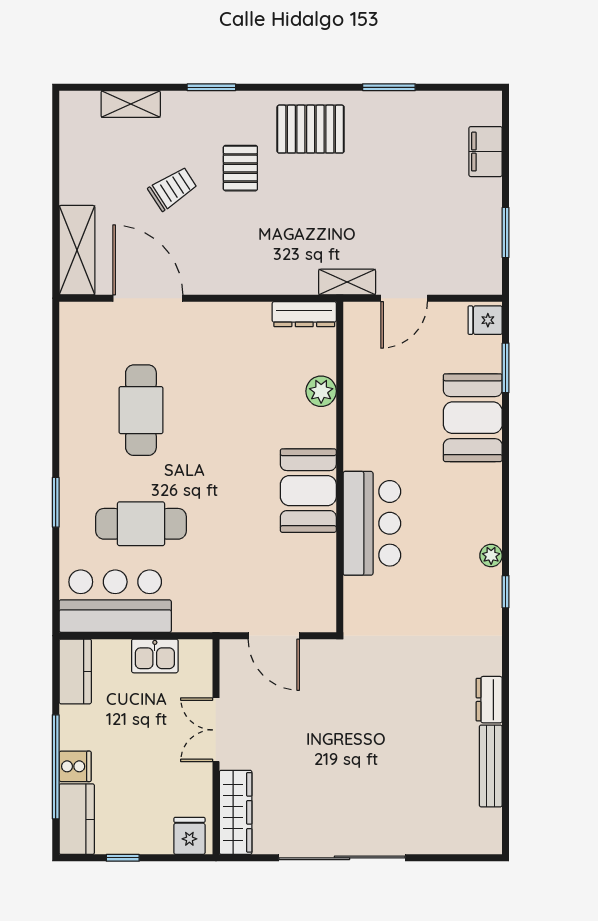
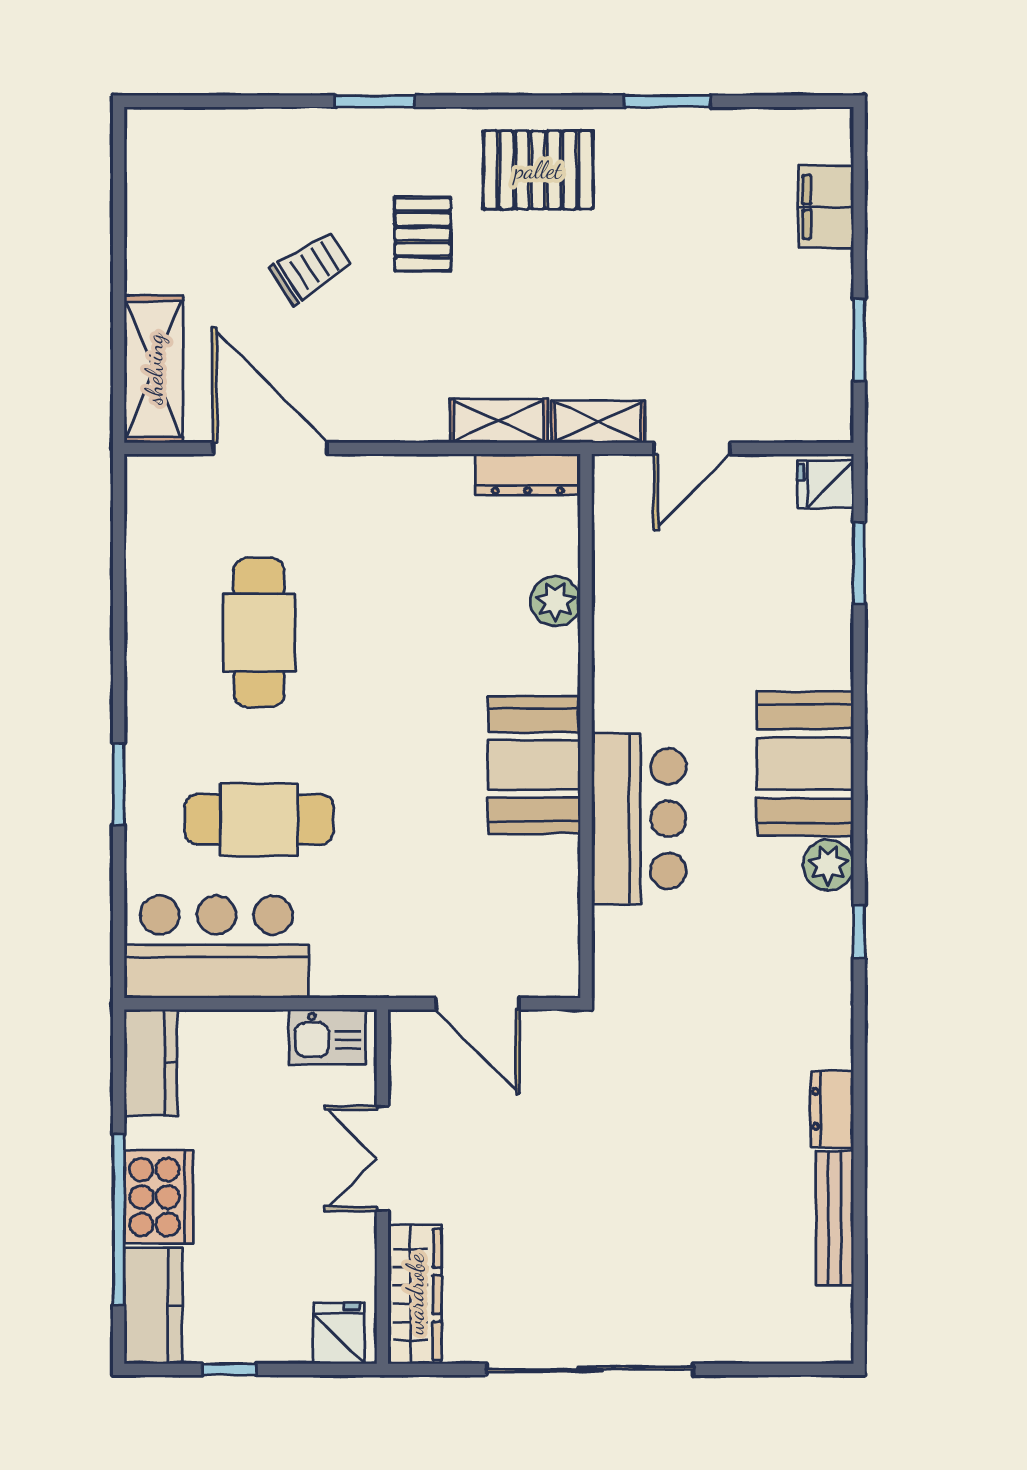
shelving: (131, 104) -> (499, 421), moved
booth: (473, 418) -> (805, 764), moved
plant: (491, 556) -> (828, 865), width x1.38, depth x1.38
kitchen sink: (155, 656) -> (327, 1037), moved
cooker: (75, 766) -> (159, 1197), width x1.87, depth x1.31

